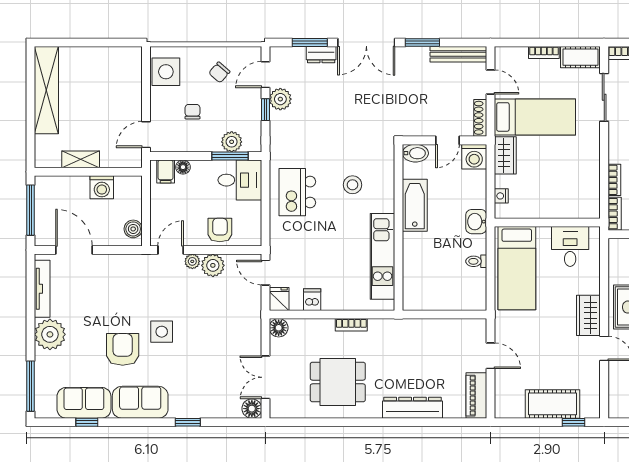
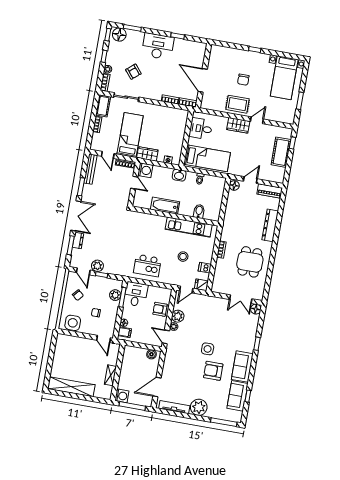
door: (491, 82) -> (108, 155), swing flipped
bidet: (415, 153) -> (199, 211), moved
stool: (353, 185) -> (183, 257), moved
washing machine: (102, 187) -> (122, 396), moved
floor lamp: (279, 328) -> (234, 185), moved

